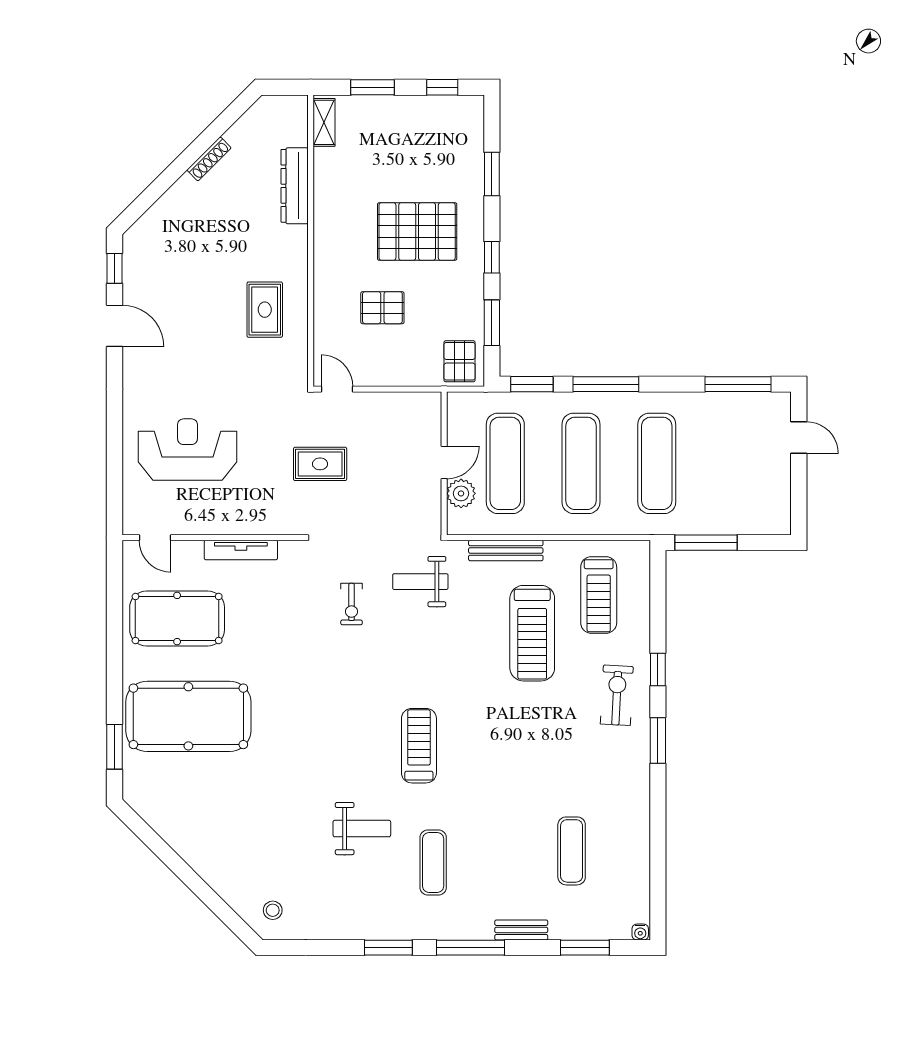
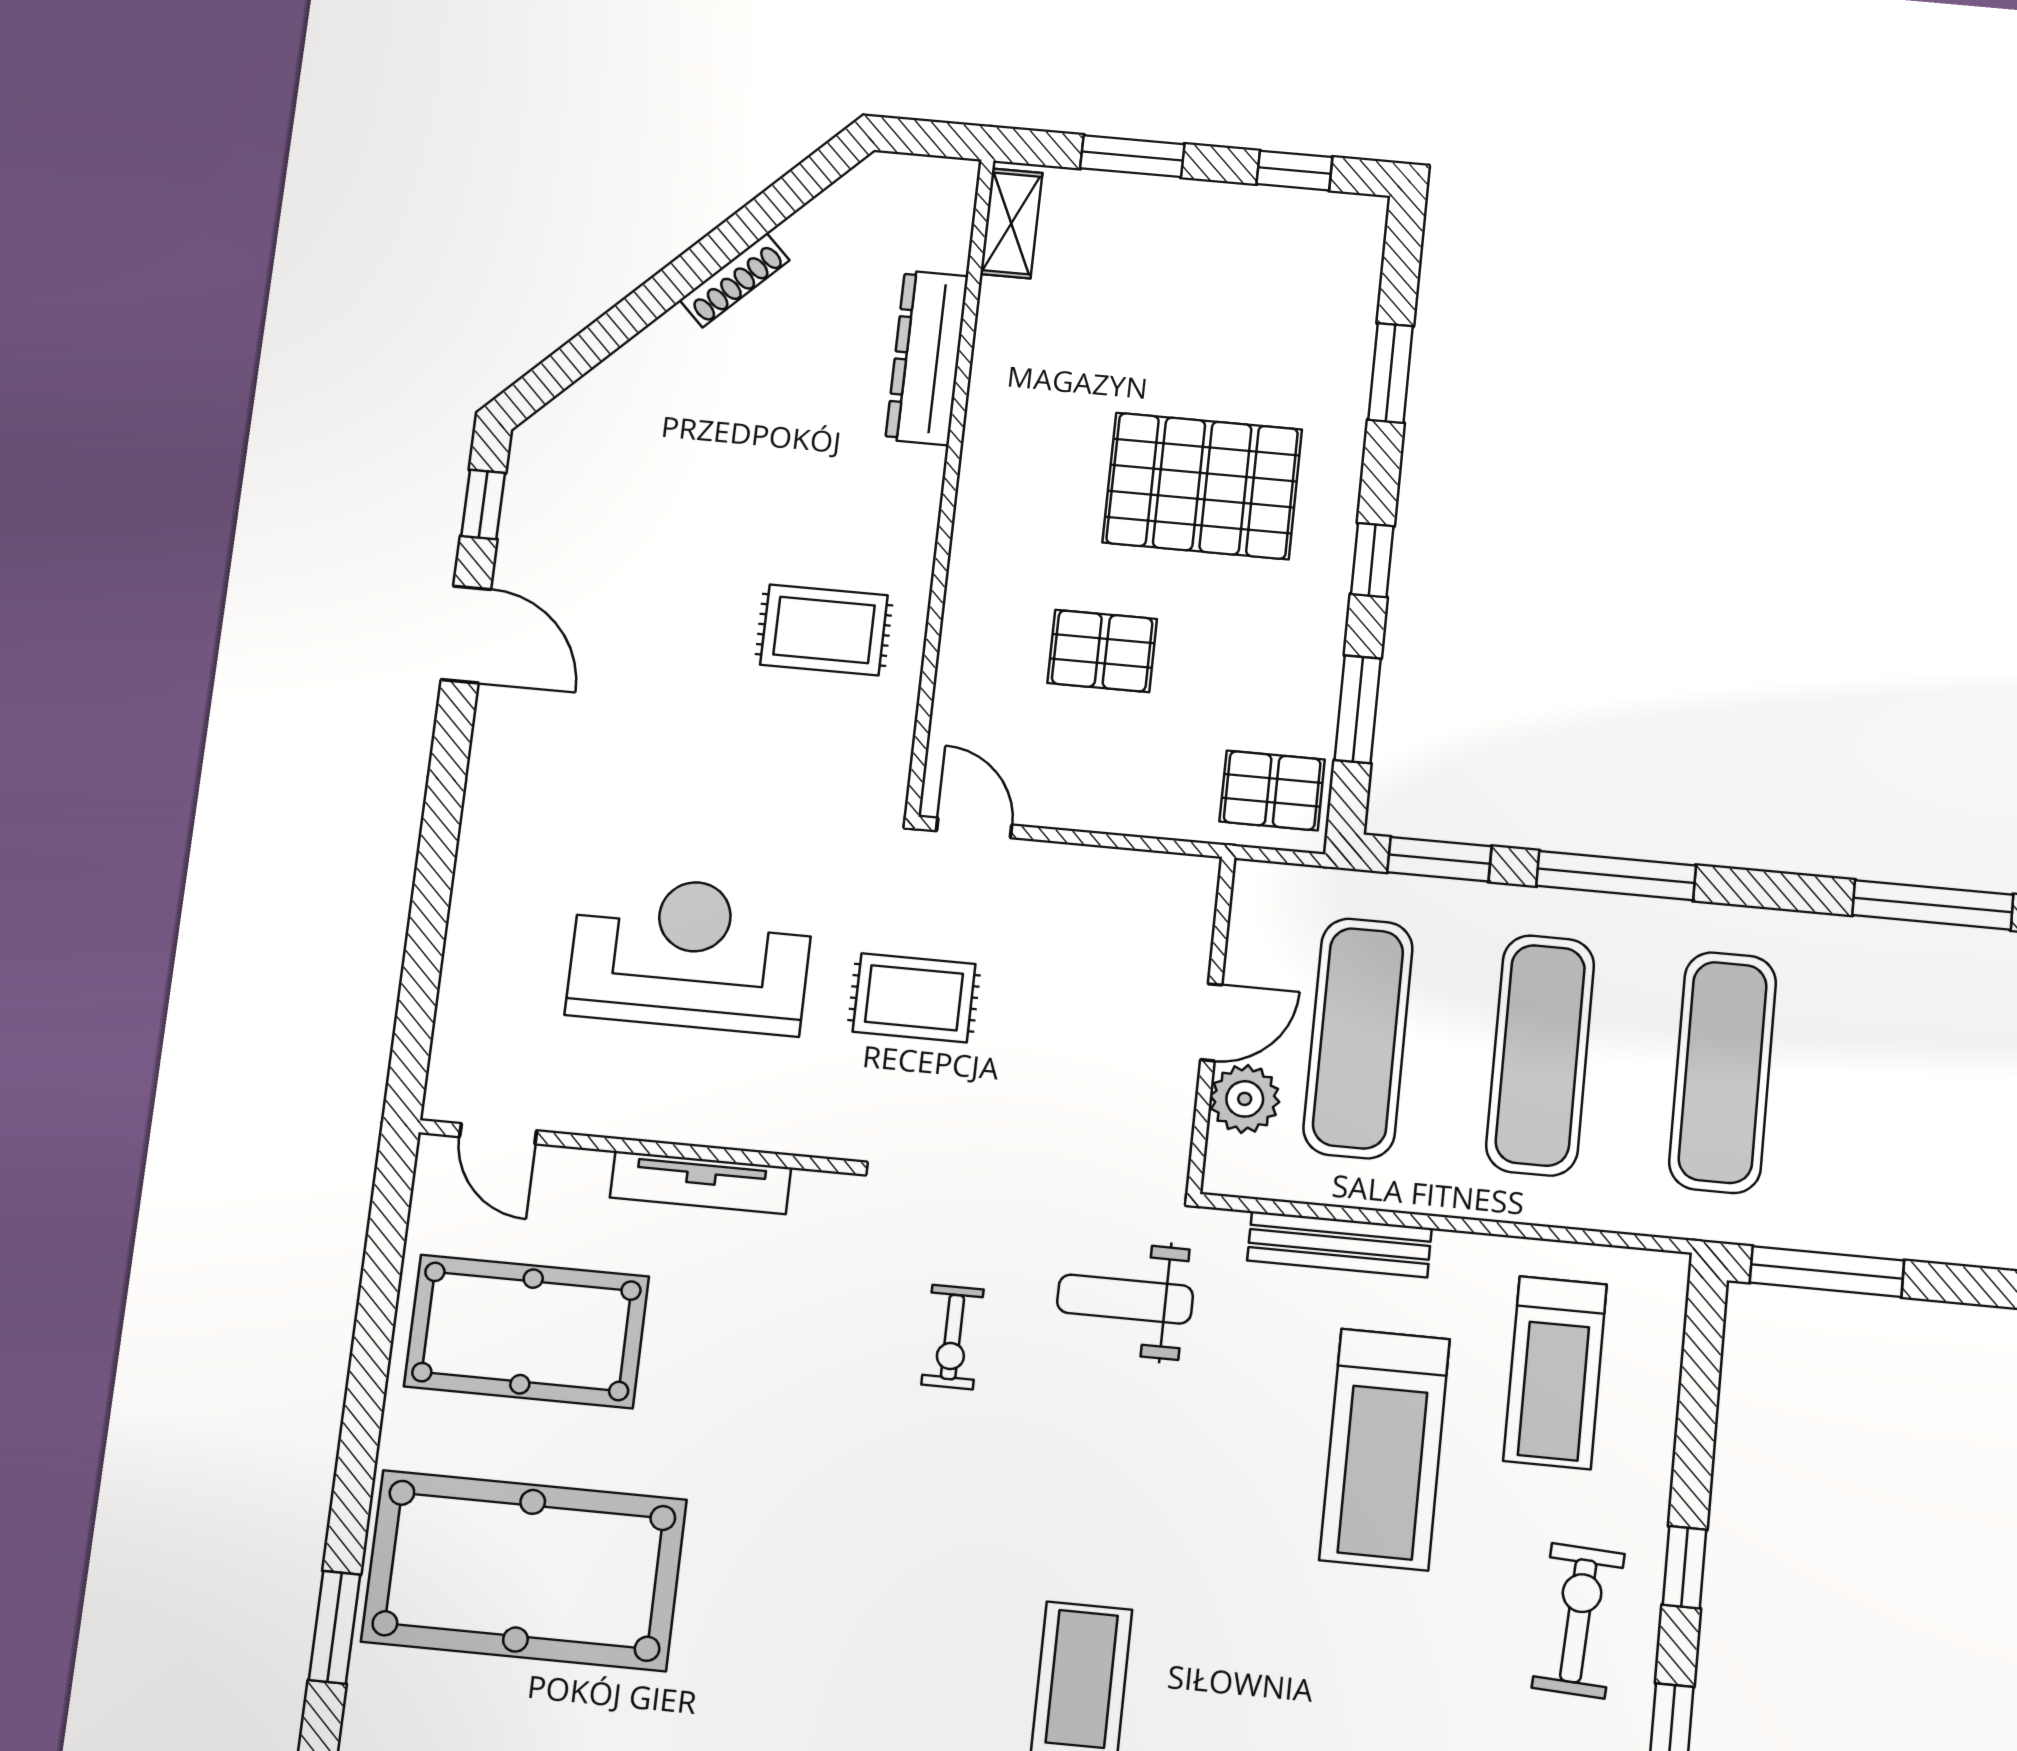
rug: (265, 310) -> (824, 630), turned 90
pallet: (460, 361) -> (1272, 791), turned 90
reception desk: (187, 450) -> (690, 954), moved

